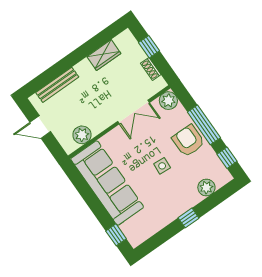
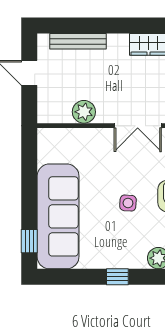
plant: (82, 135) -> (84, 112), moved
sofa: (107, 183) -> (58, 216), moved

